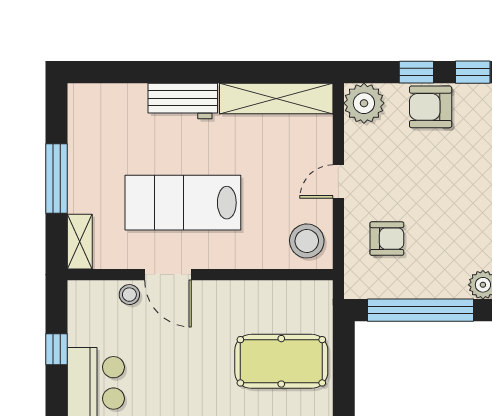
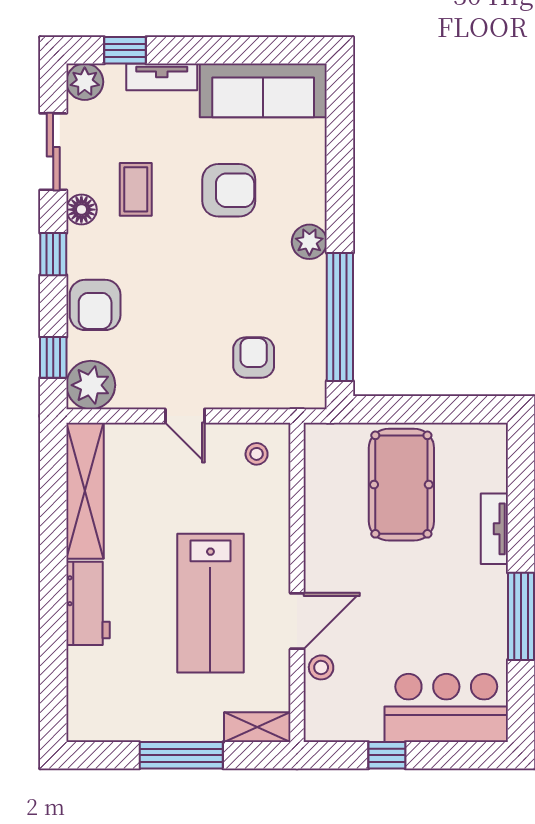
window: (416, 72) -> (53, 357), moved
stool: (307, 241) -> (257, 454), width x0.53, depth x0.53

